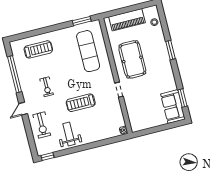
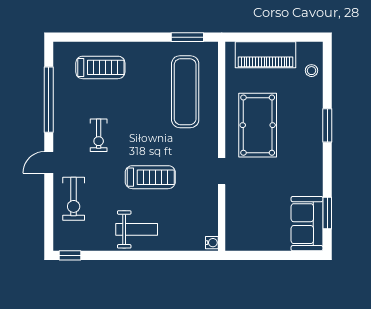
treadmill: (81, 103) -> (150, 177), turned 180
weight bench: (69, 134) -> (137, 229), moved, turned 90

